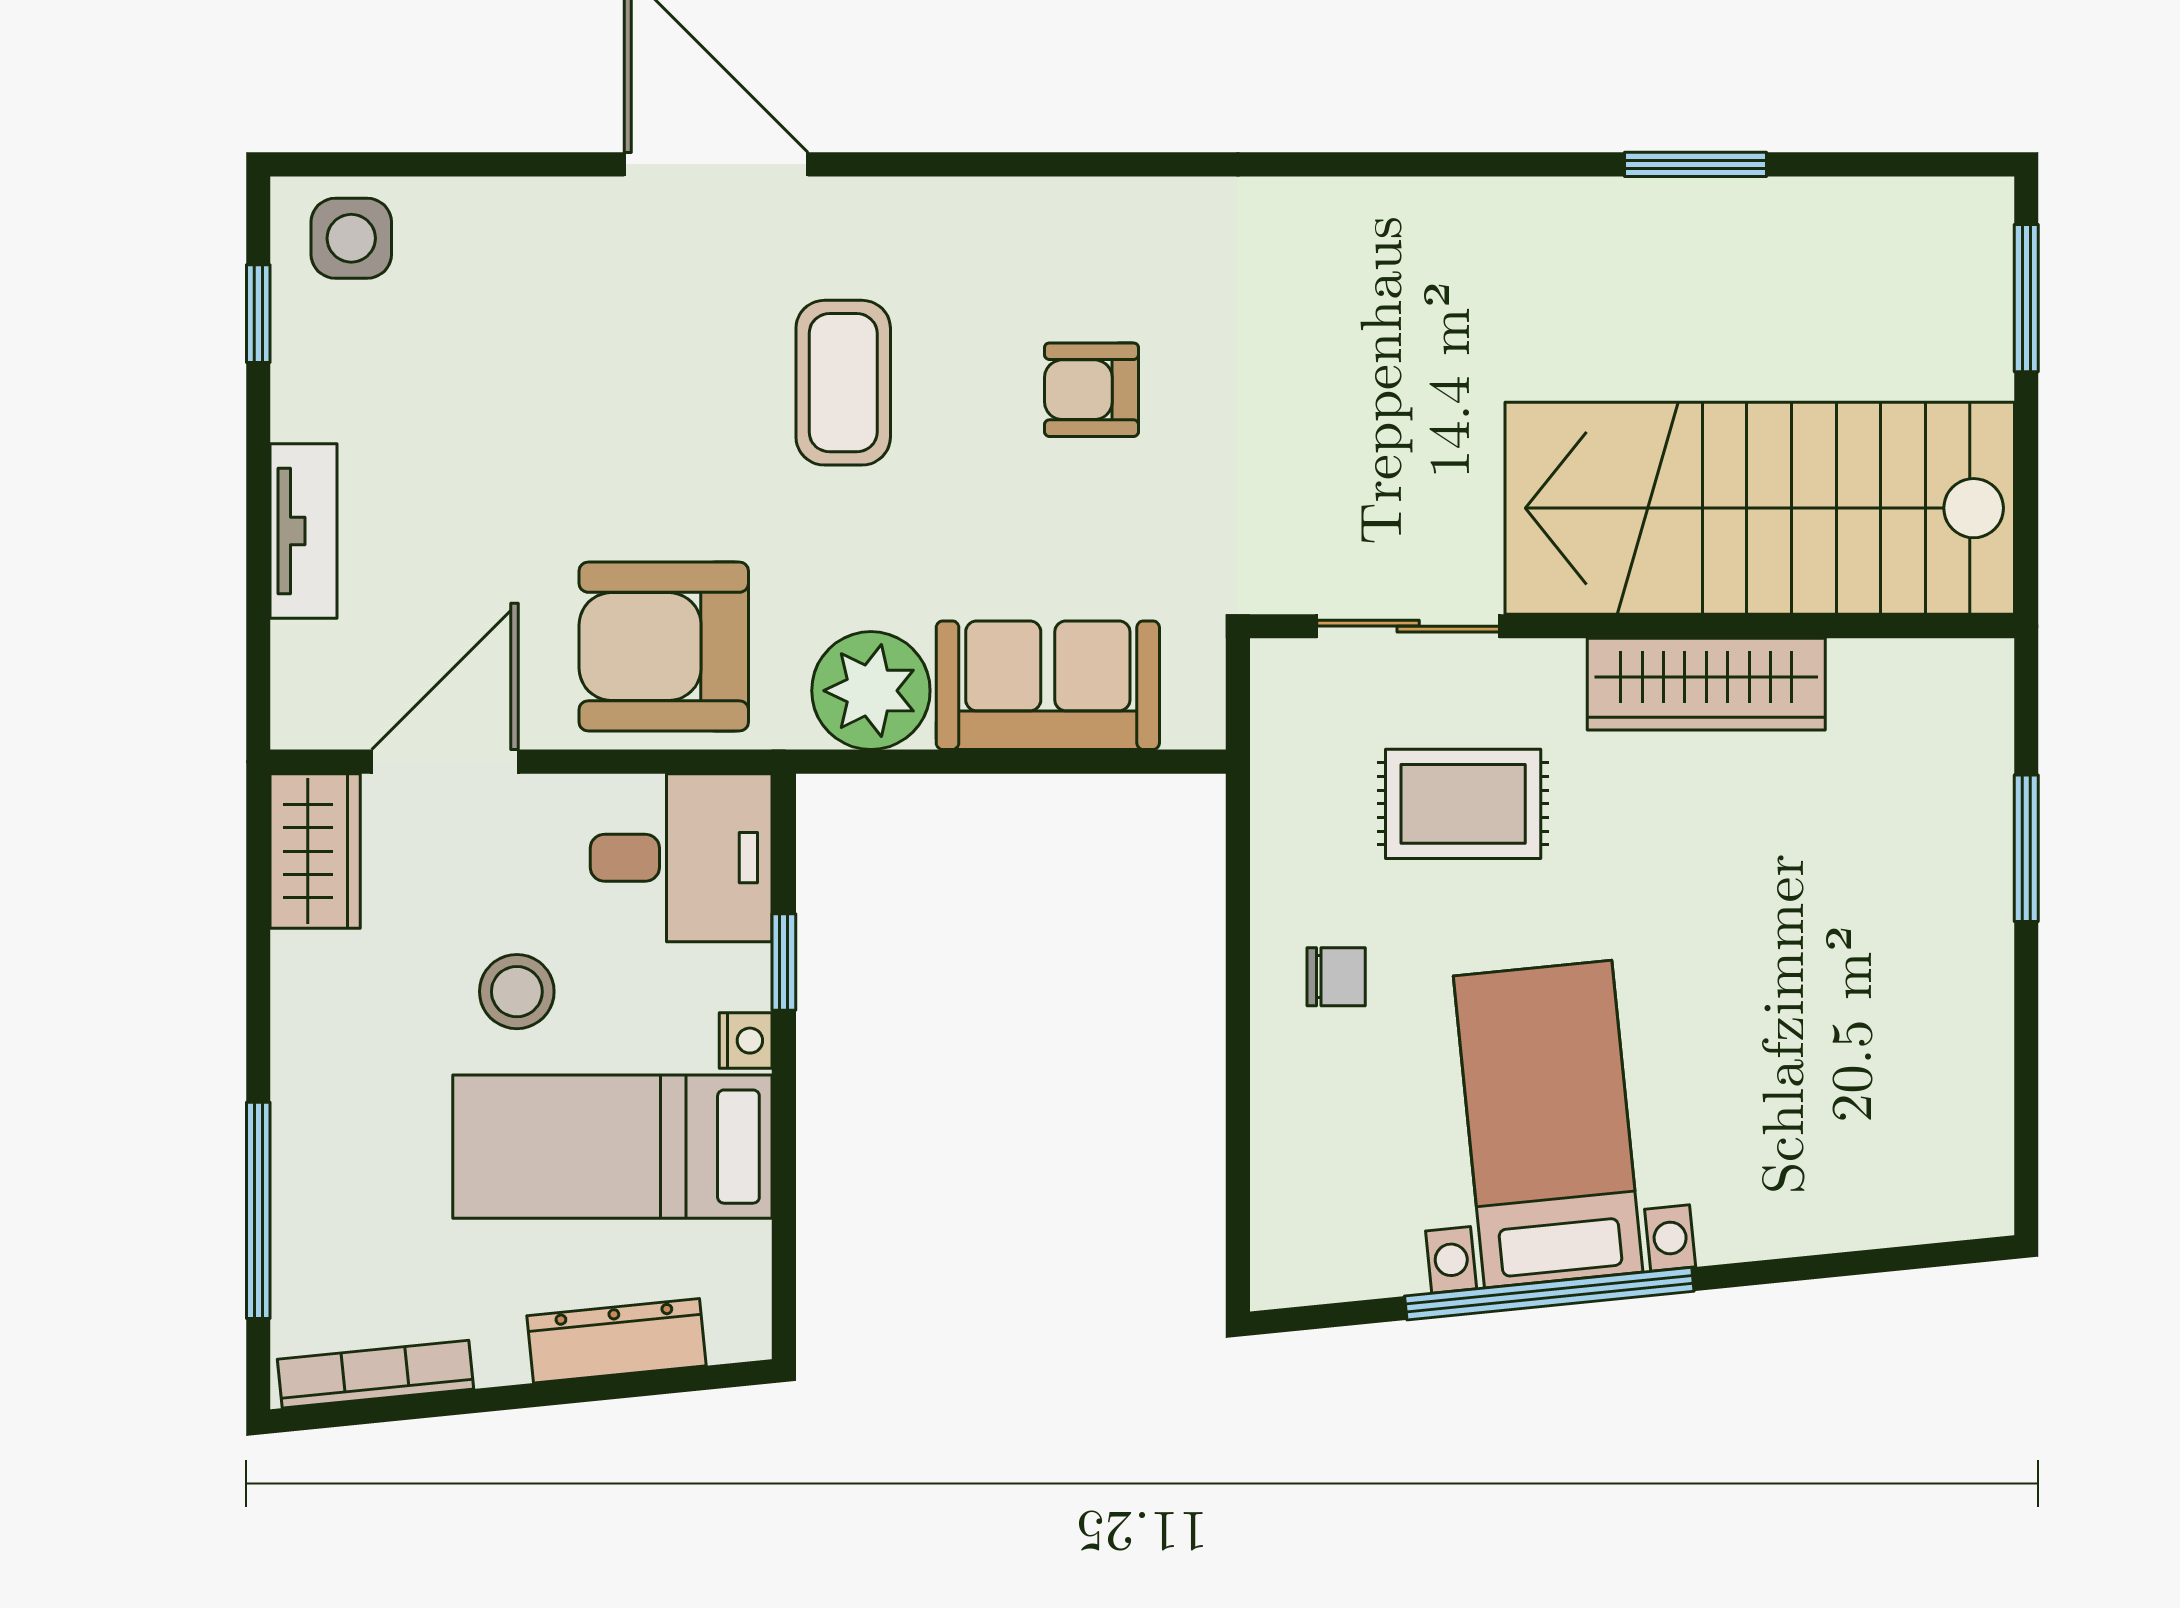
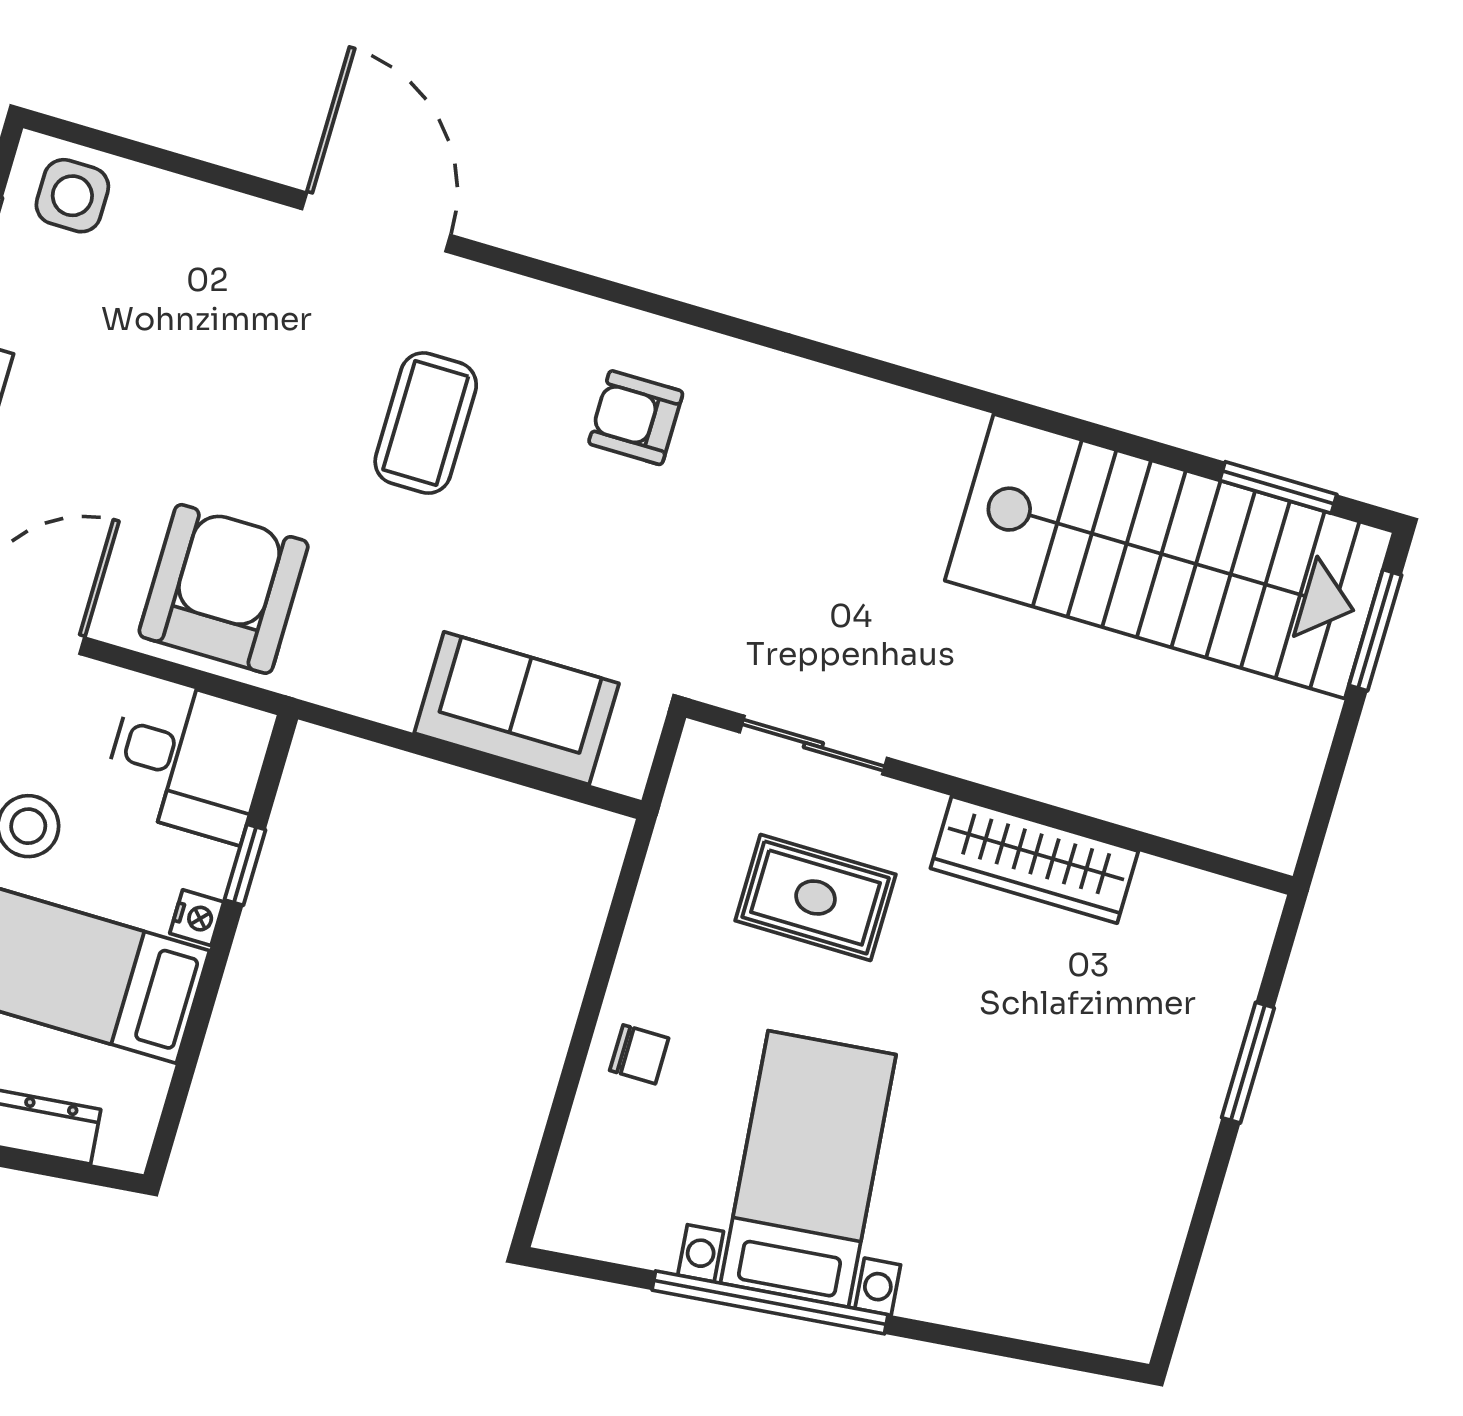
window: (1696, 164) -> (1278, 487), moved
armchair: (1092, 390) -> (636, 418), moved
stairs: (1760, 508) -> (1169, 556), moved, turned 180
armchair: (664, 647) -> (224, 589), turned 90
plant: (871, 691) -> (376, 671), removed
chair: (1336, 977) -> (639, 1054), moved

